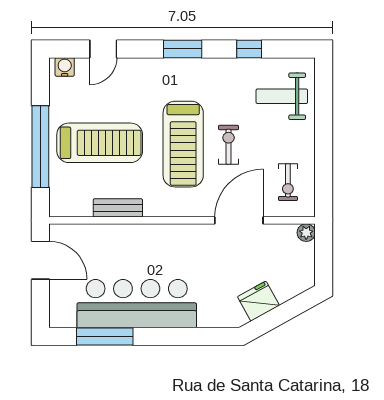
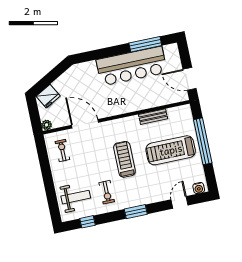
window: (249, 49) -> (88, 222), moved
treadmill: (183, 144) -> (124, 159), width x0.73, depth x0.73
exercise bike: (229, 145) -> (107, 192), moved
door: (239, 220) -> (85, 124), swing flipped
fridge: (258, 301) -> (48, 96), moved

